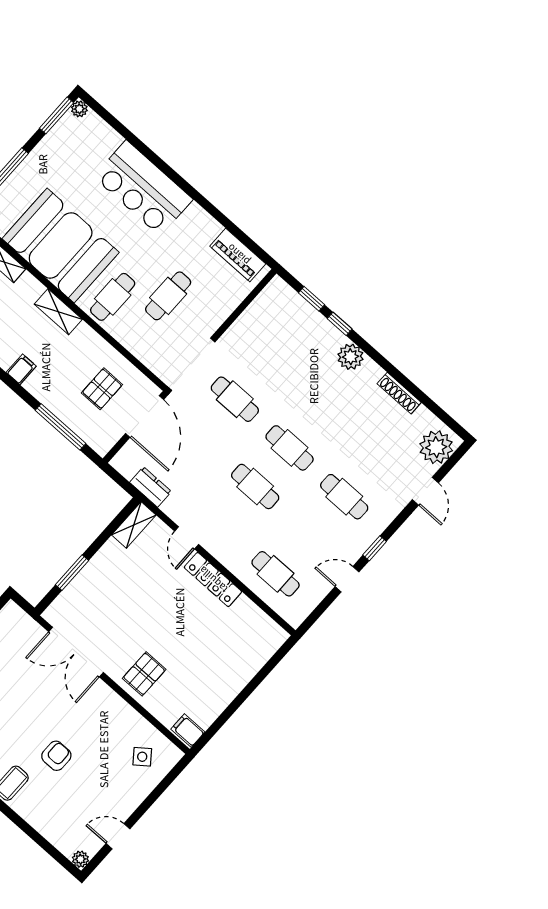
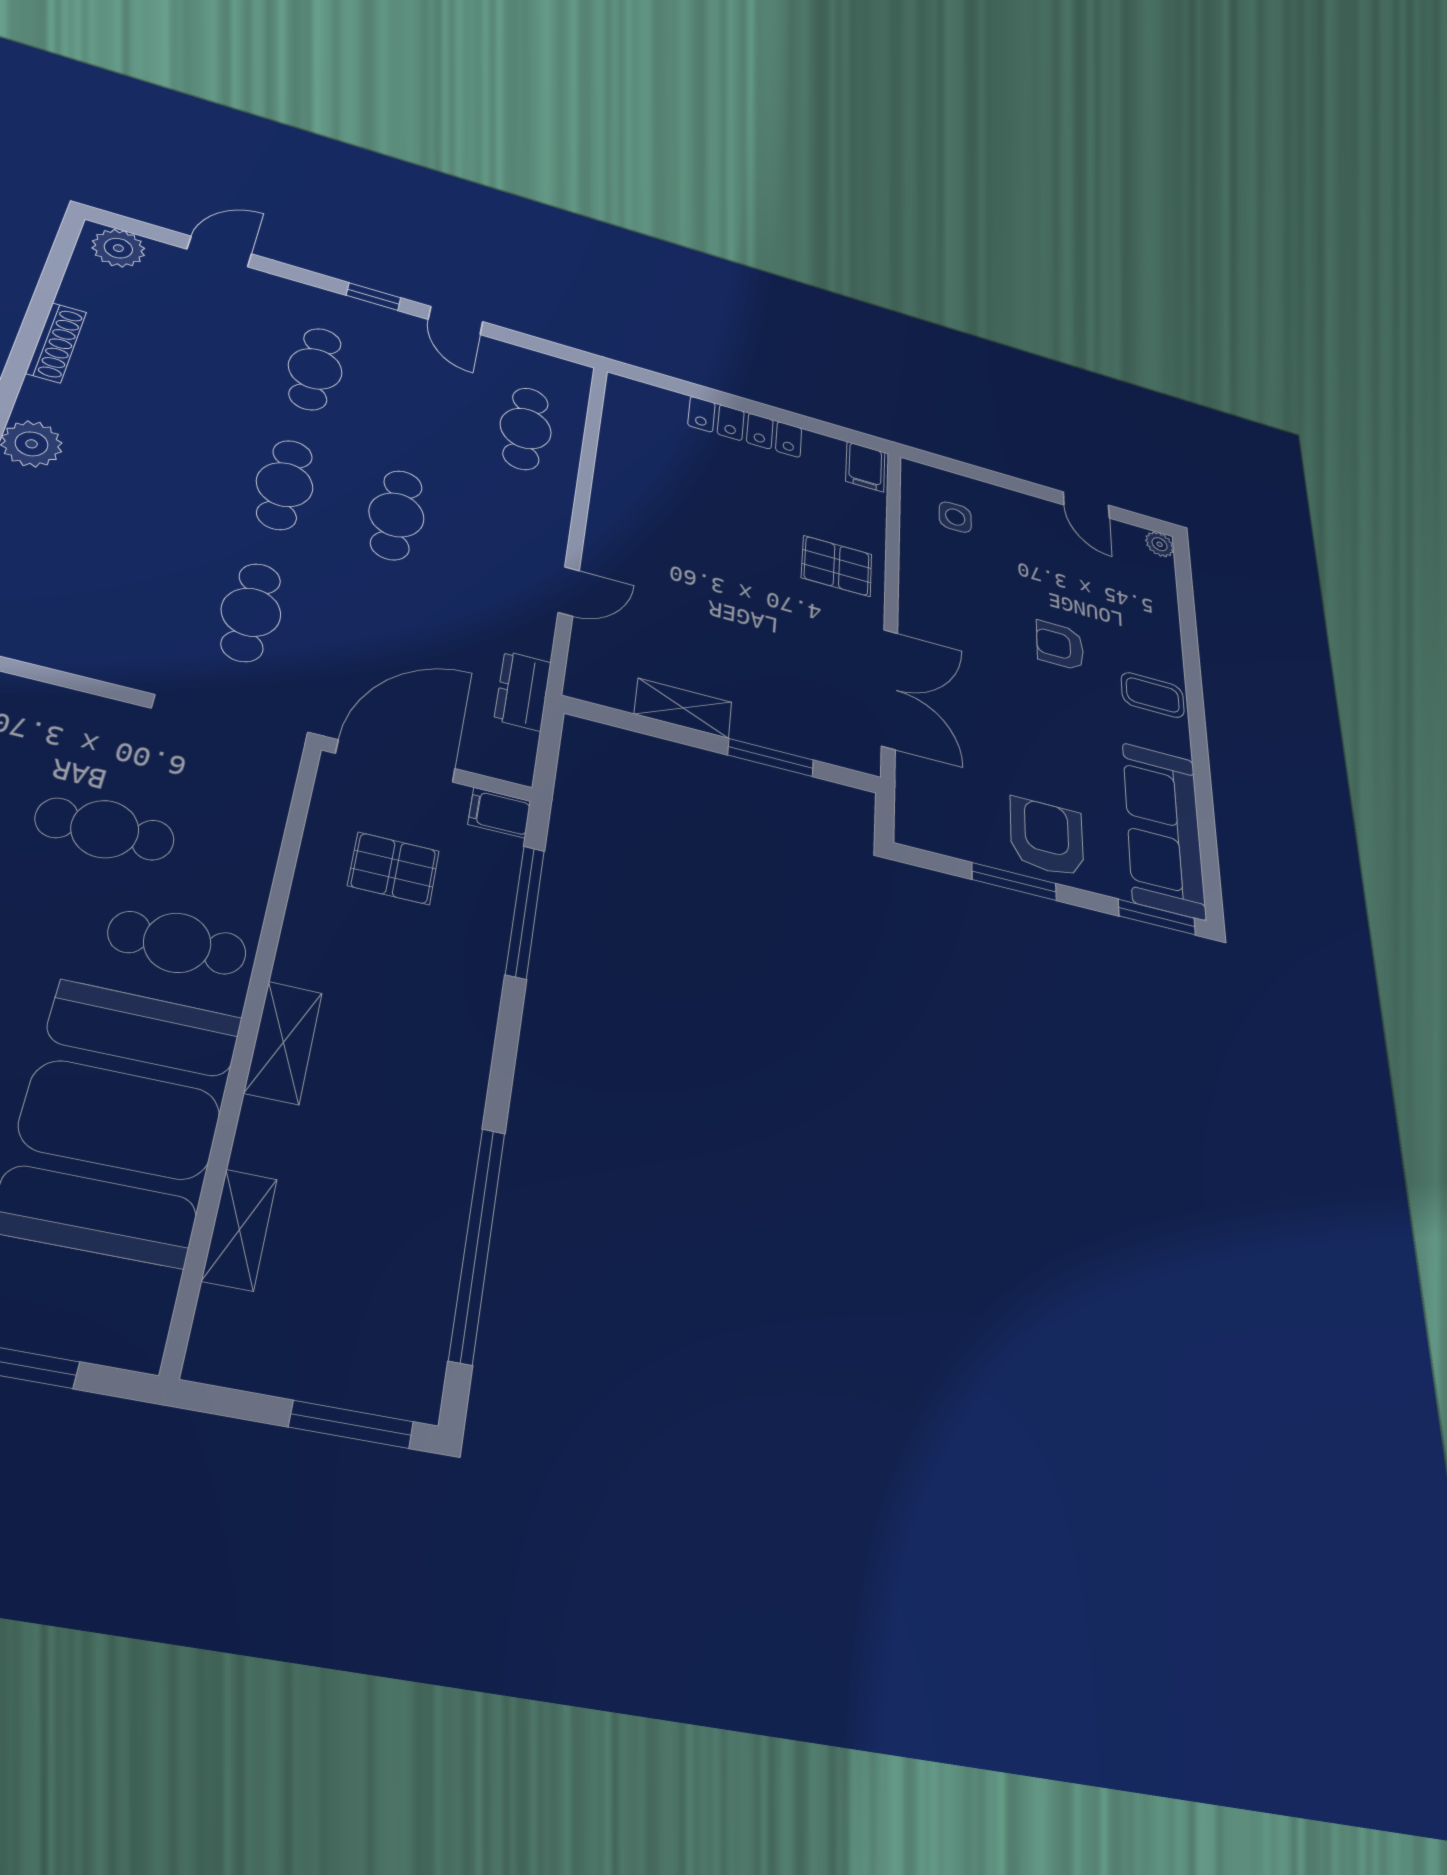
filing cabinet: (21, 369) -> (499, 813), moved
plant: (436, 447) -> (118, 248), width x0.73, depth x0.73
shelving: (134, 525) -> (683, 708), moved
locker: (213, 580) -> (745, 427), moved, turned 90
side table: (142, 757) -> (955, 517), turned 38

